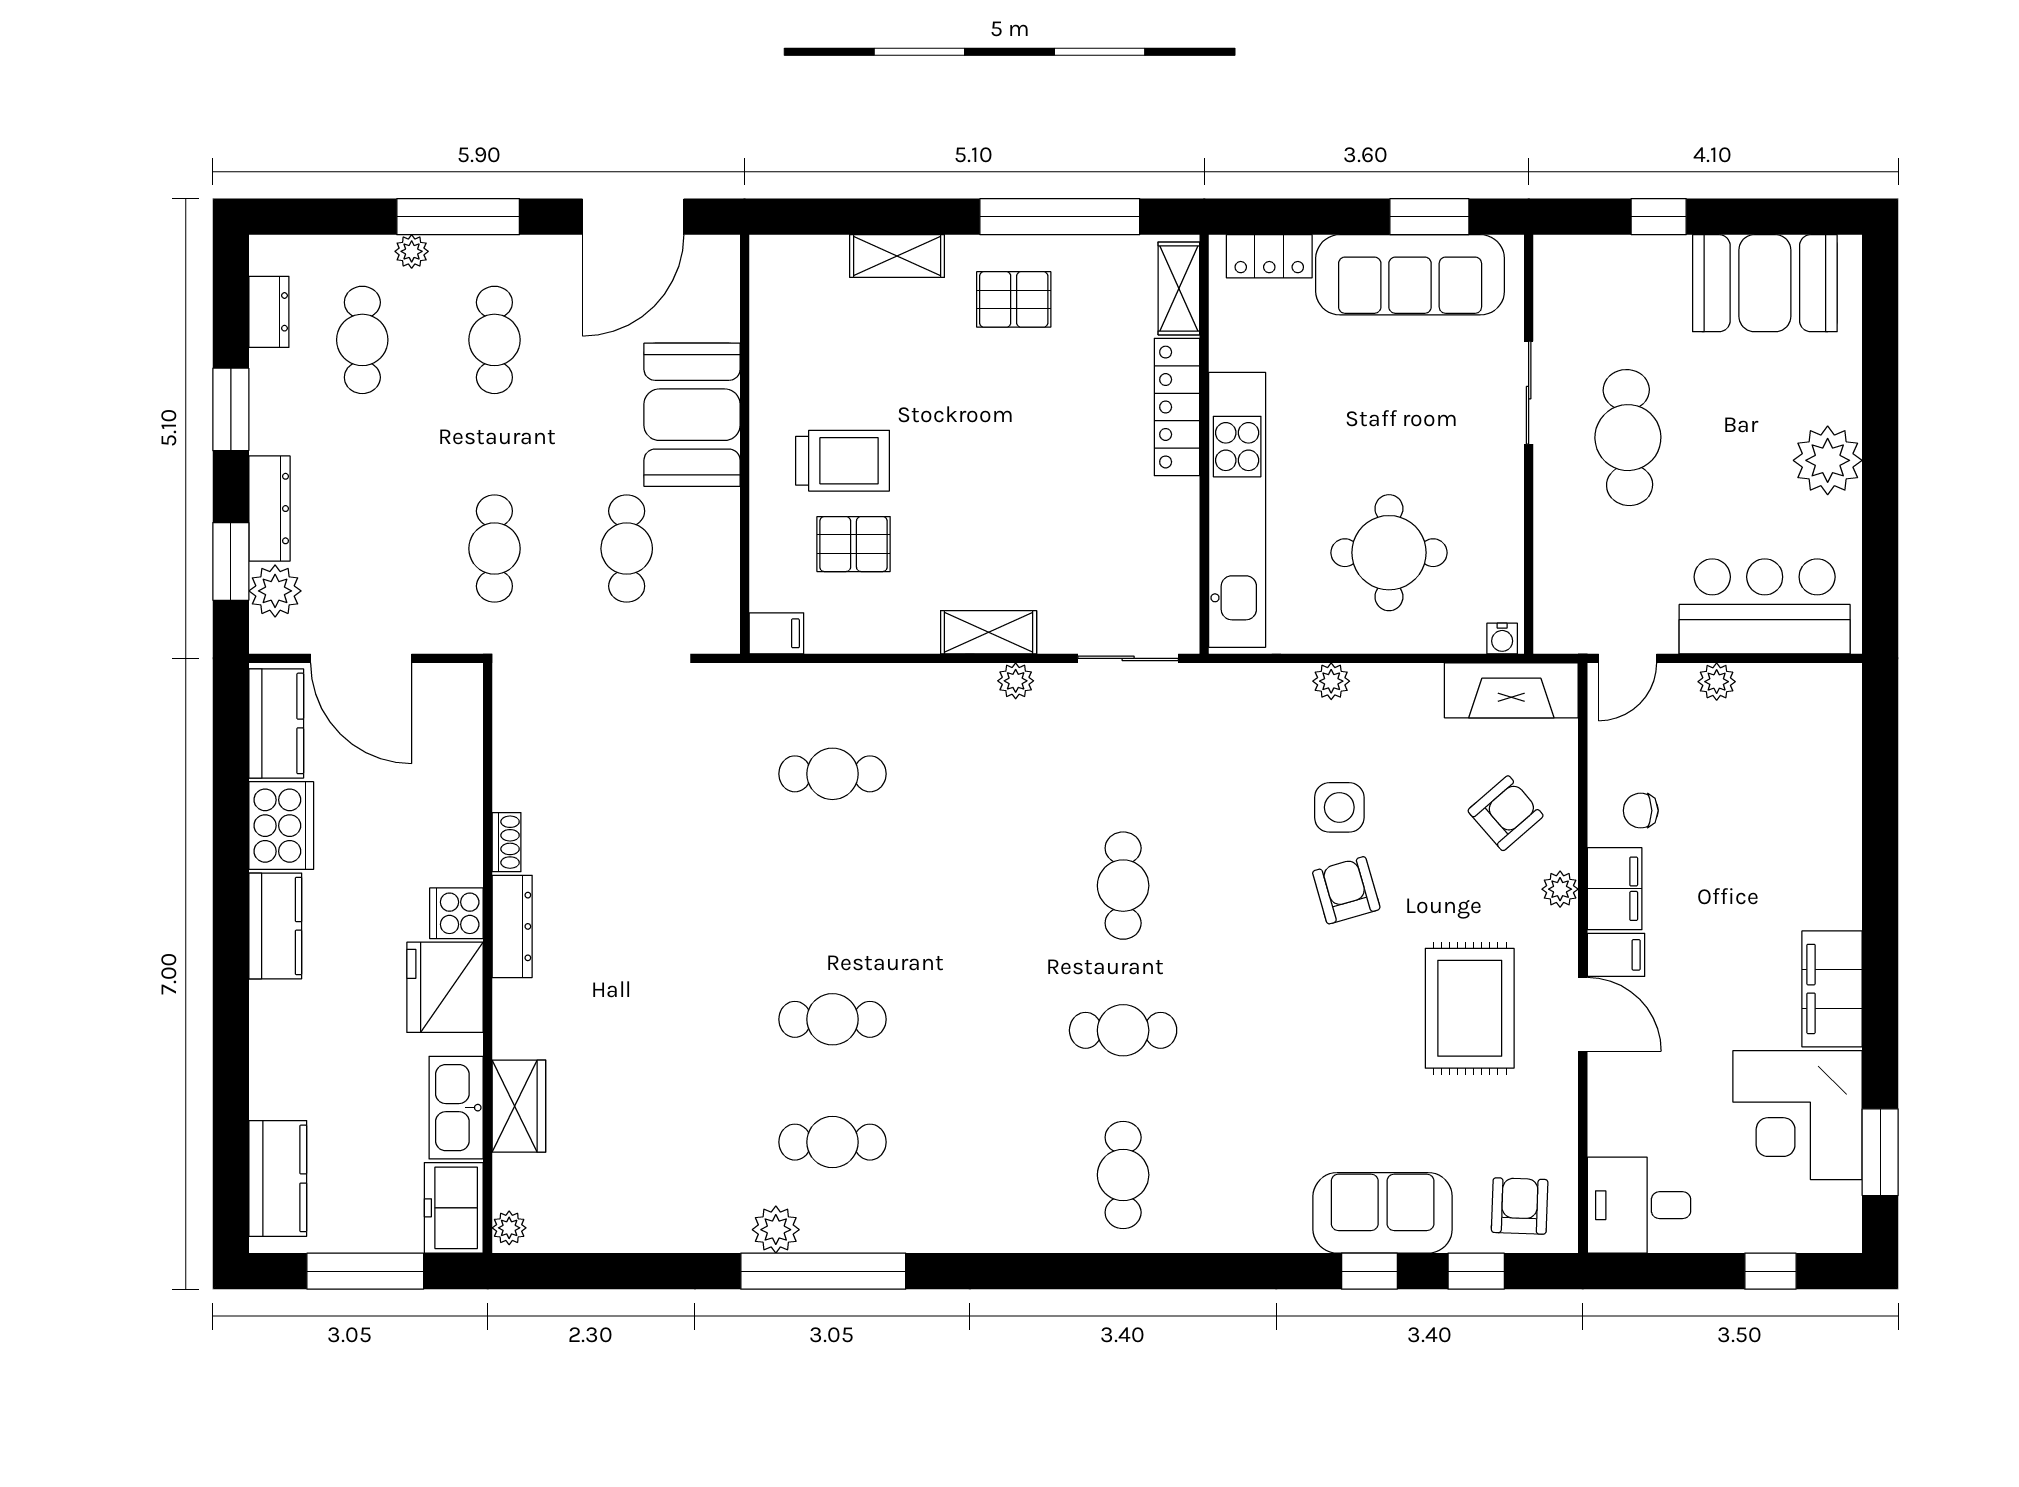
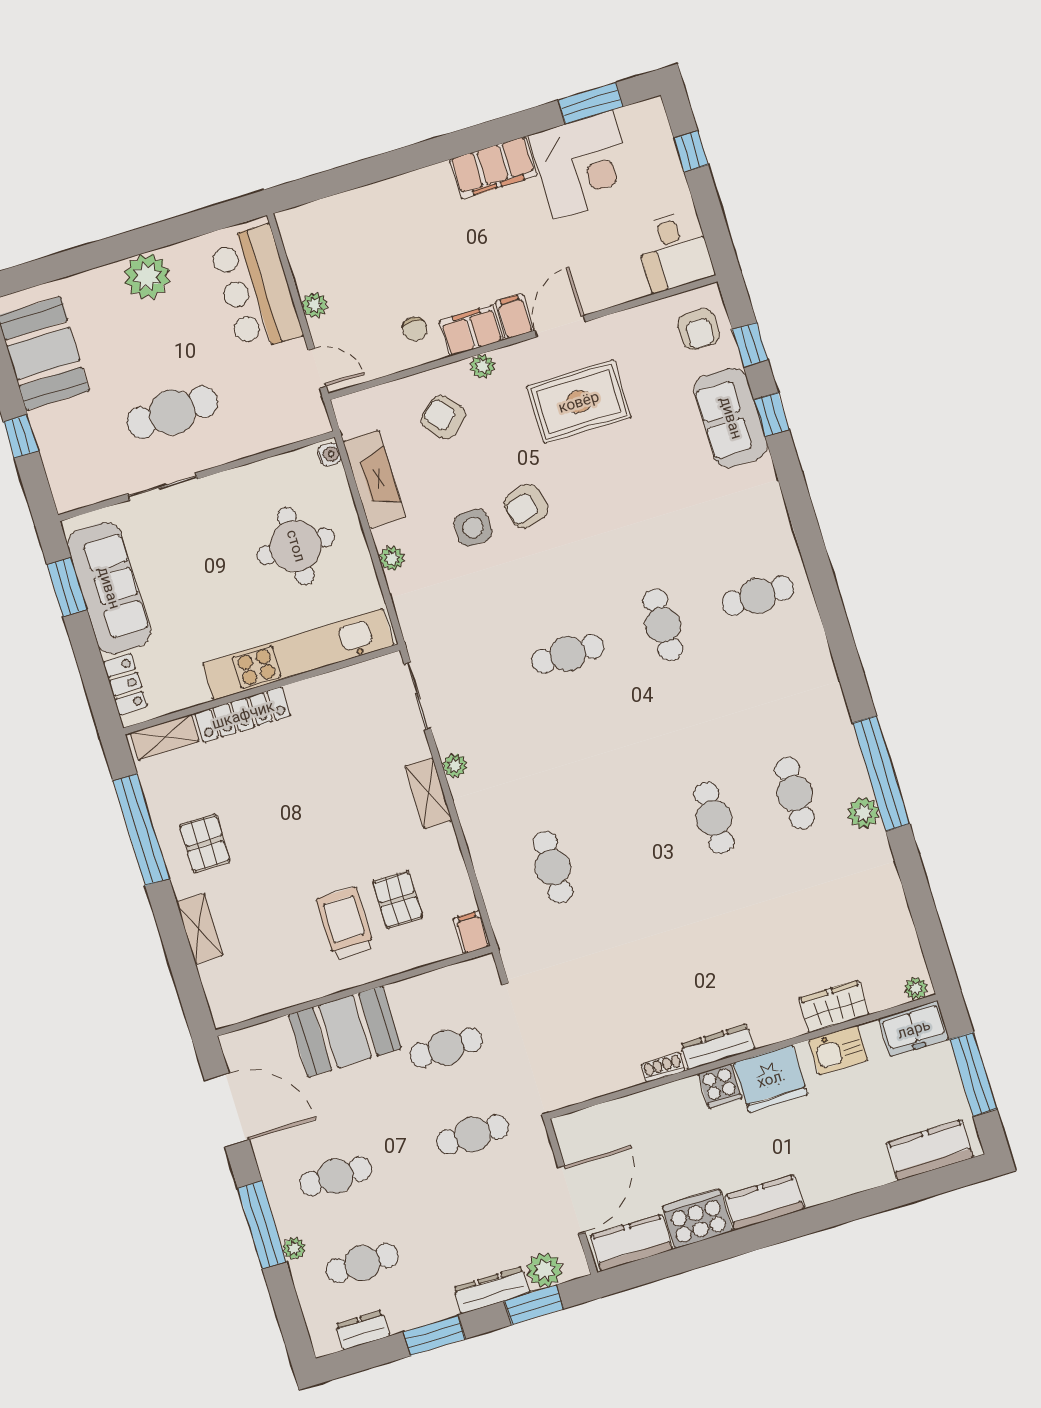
fireplace: (1511, 690) -> (374, 479), moved
kitchen sink: (456, 1108) -> (838, 1050), width x0.73
armchair: (1520, 1206) -> (699, 329), turned -92

